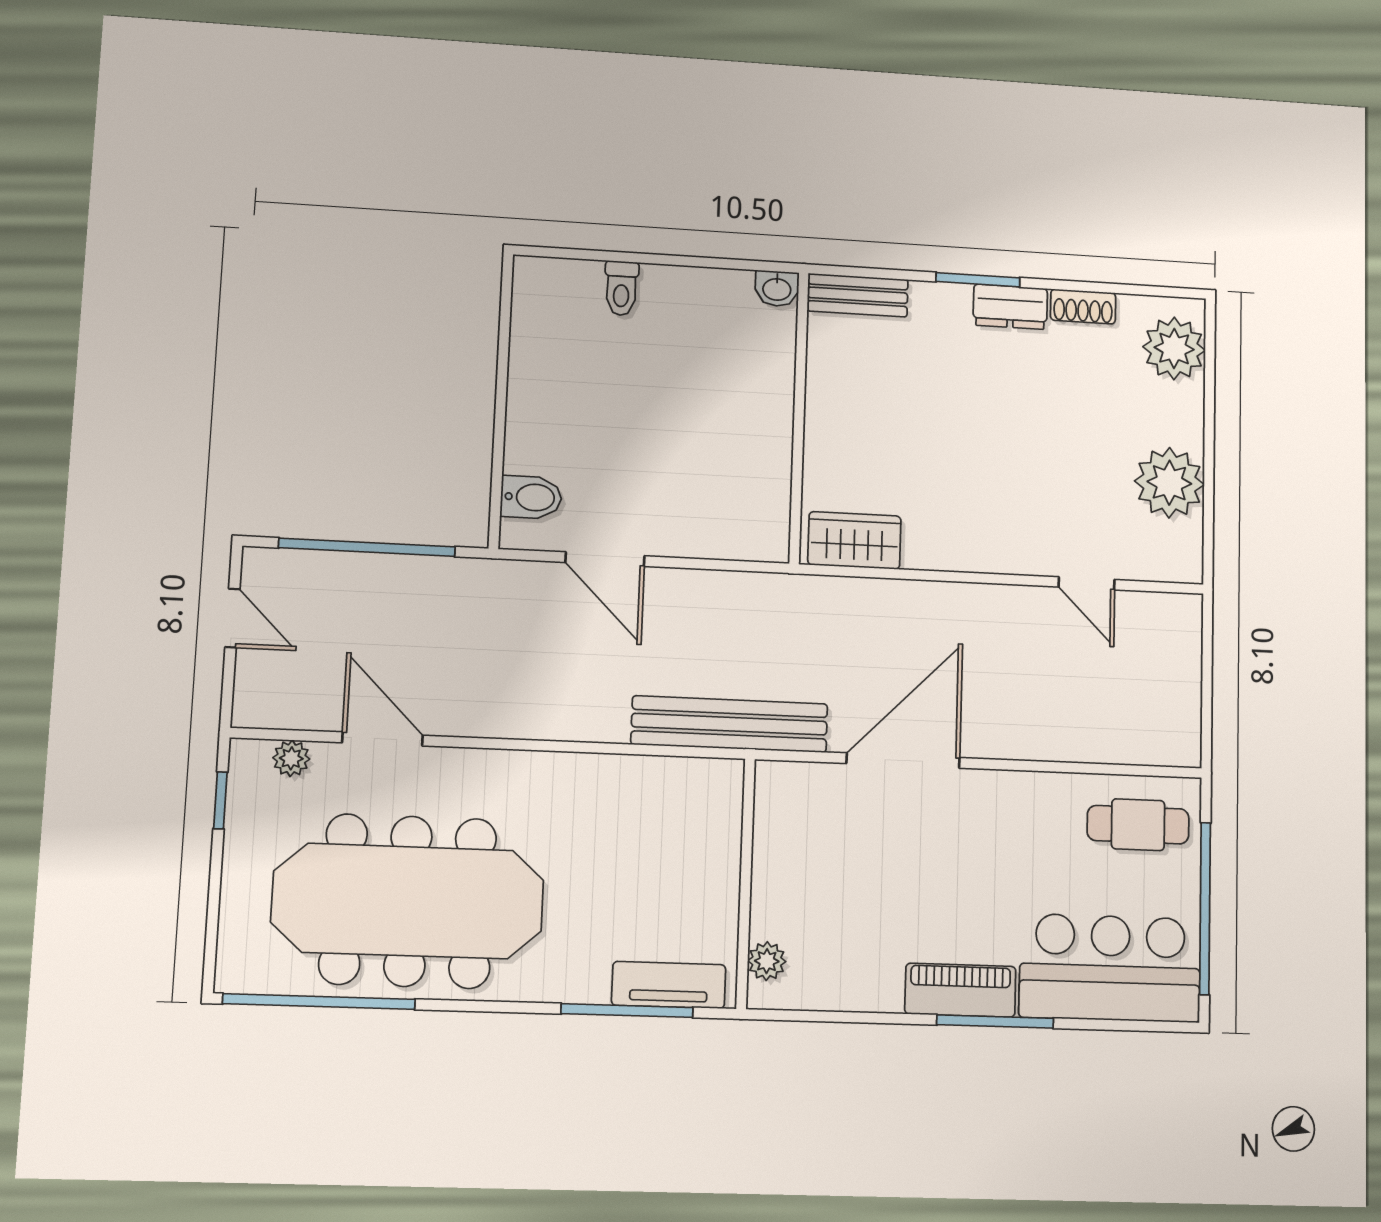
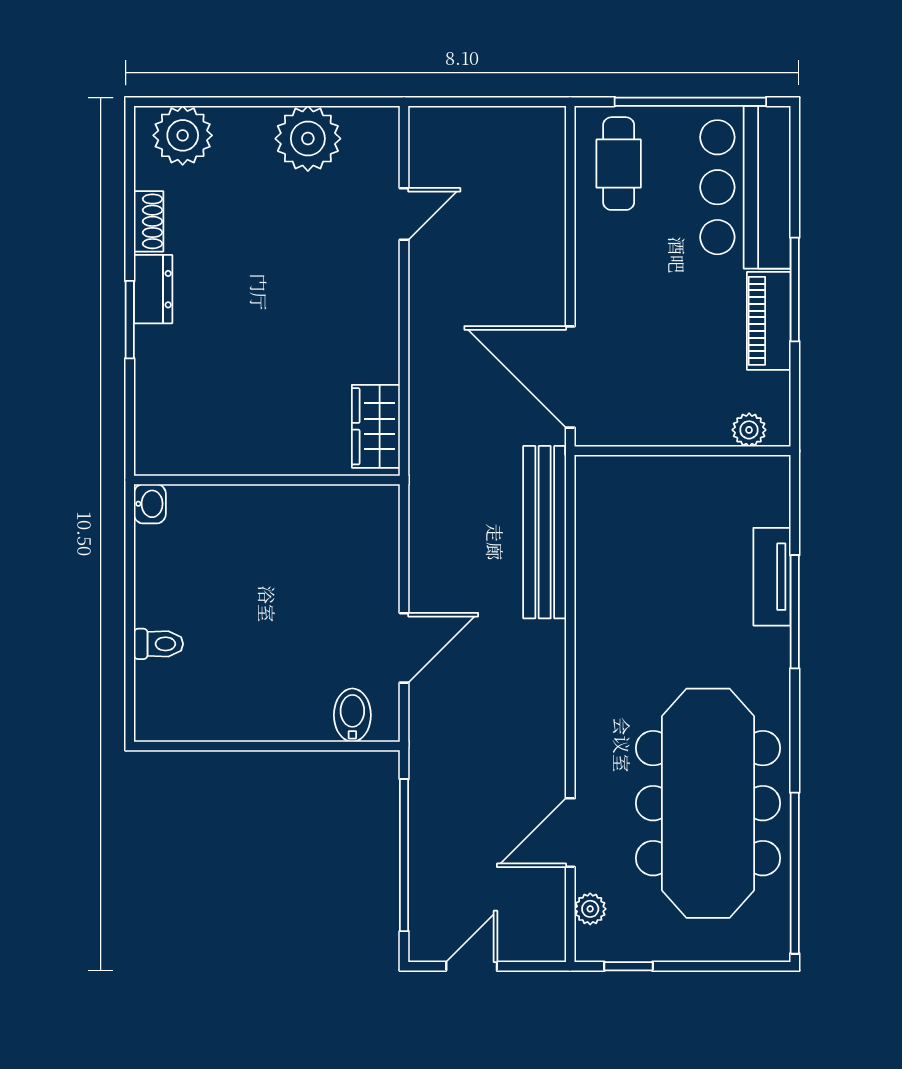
bench: (858, 295) -> (151, 430), removed
wall: (746, 883) -> (683, 451), moved
plant: (767, 961) -> (749, 430), moved

